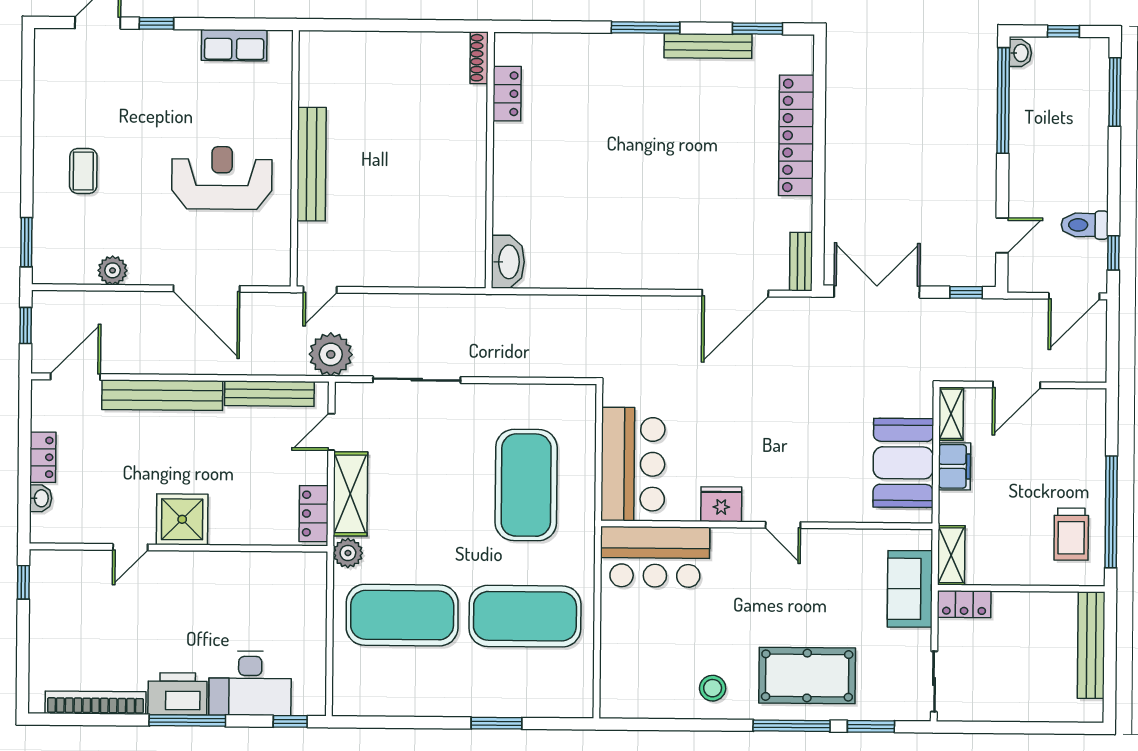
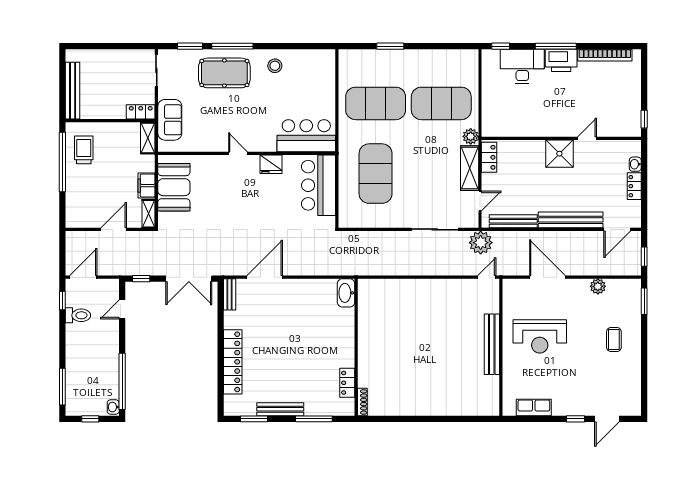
shoe rack: (479, 58) -> (362, 402), moved
locker: (507, 94) -> (347, 383), moved
wall: (490, 160) -> (356, 347), moved
washbasin: (508, 262) -> (346, 293), moved

